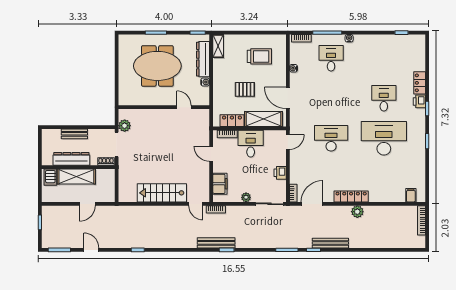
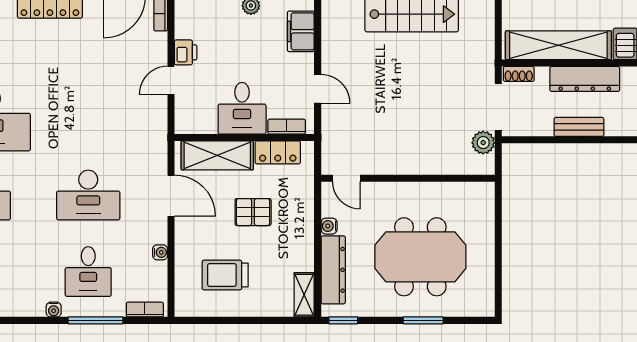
door: (184, 107) -> (346, 178), moved
desk: (331, 138) -> (88, 195), moved
door: (288, 142) -> (171, 80), moved
shelving: (76, 177) -> (558, 45), width x1.47

